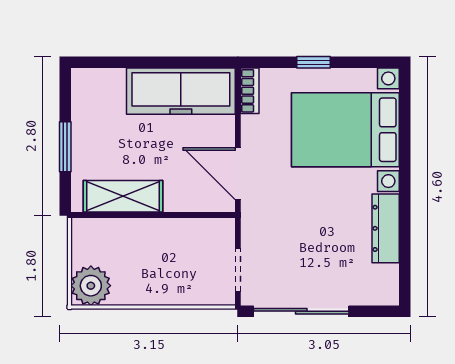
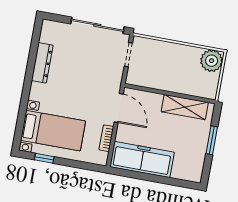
window: (314, 62) -> (44, 158), moved
bookcase: (250, 91) -> (106, 138), moved
bed with nightstands: (345, 130) -> (53, 131), width x0.73

